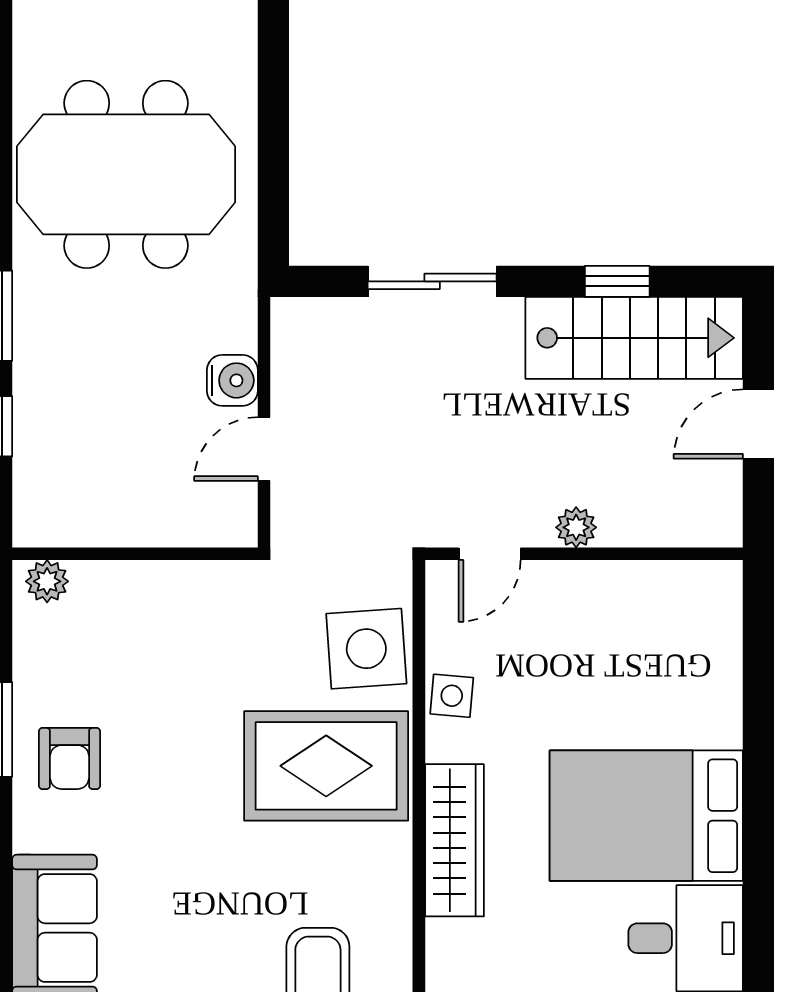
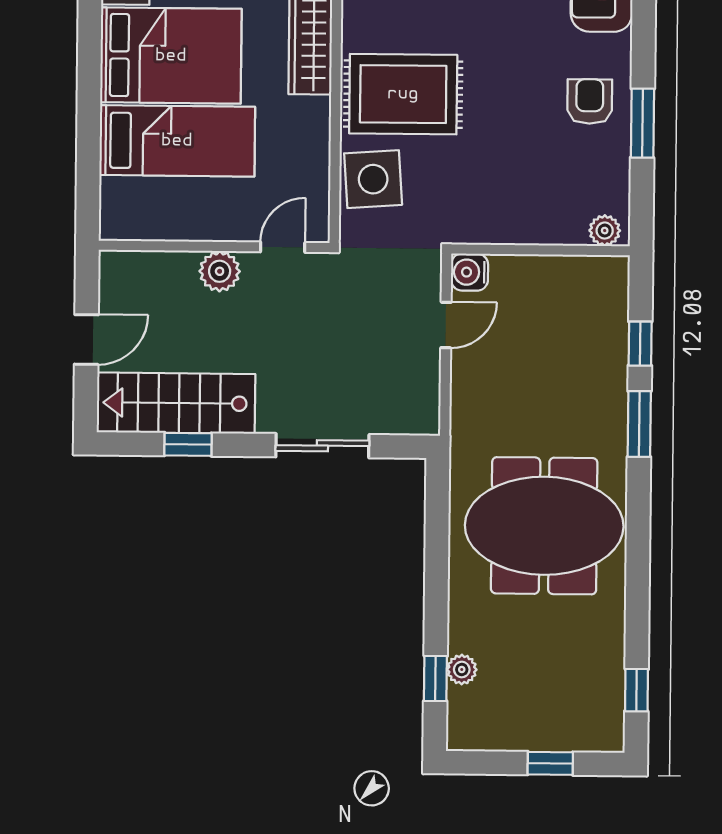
water cooler: (232, 380) -> (470, 272), moved
plant: (576, 527) -> (220, 271), width x1.38, depth x1.38
side table: (452, 696) -> (311, 144), removed
bed: (636, 698) -> (177, 141), added

